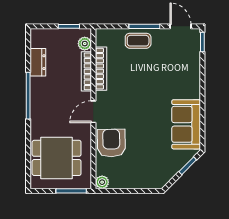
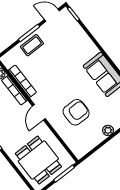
armchair: (111, 143) -> (76, 112), moved, turned 91
dining table: (57, 158) -> (38, 160), turned 90
plant: (102, 182) -> (108, 130), moved

